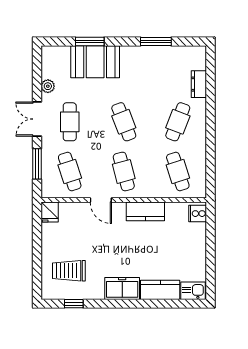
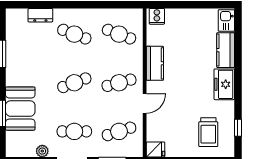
cafe table: (178, 171) -> (119, 34), turned 39

